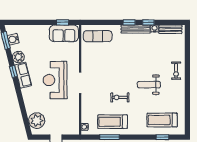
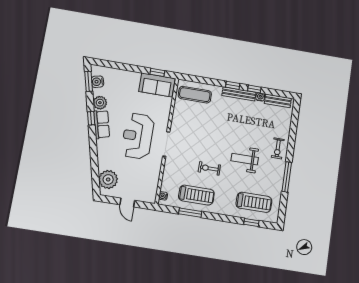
window: (187, 94) -> (287, 177), added
treadmill: (162, 120) -> (254, 202), turned 180
treadmill: (113, 122) -> (196, 195), turned 180

